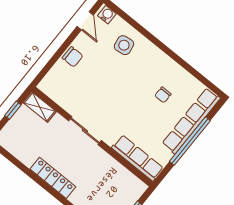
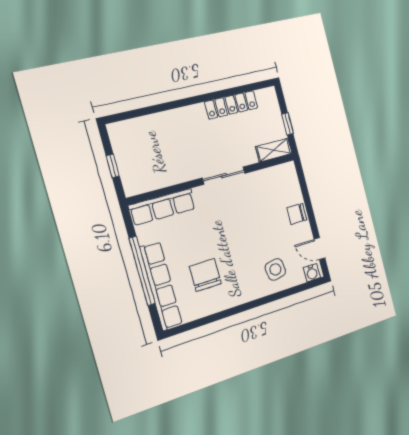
chair: (163, 95) -> (205, 275), width x1.87, depth x1.87
locker: (53, 178) -> (231, 105), moved

